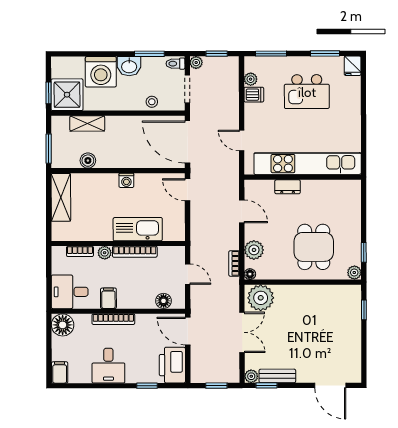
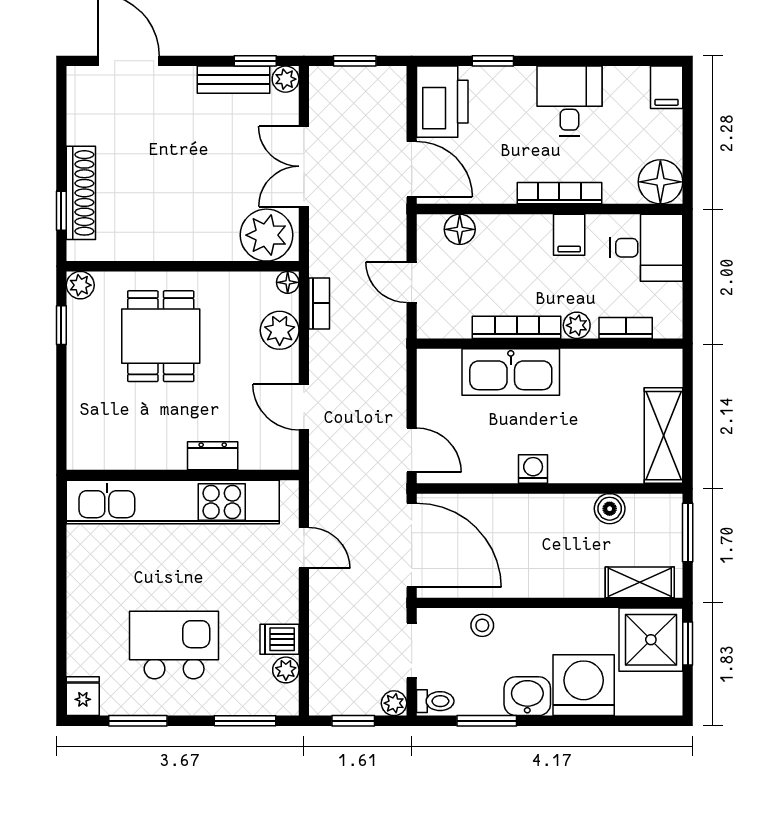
shelving: (87, 123) -> (640, 582), moved
shoe rack: (354, 319) -> (81, 193), added

